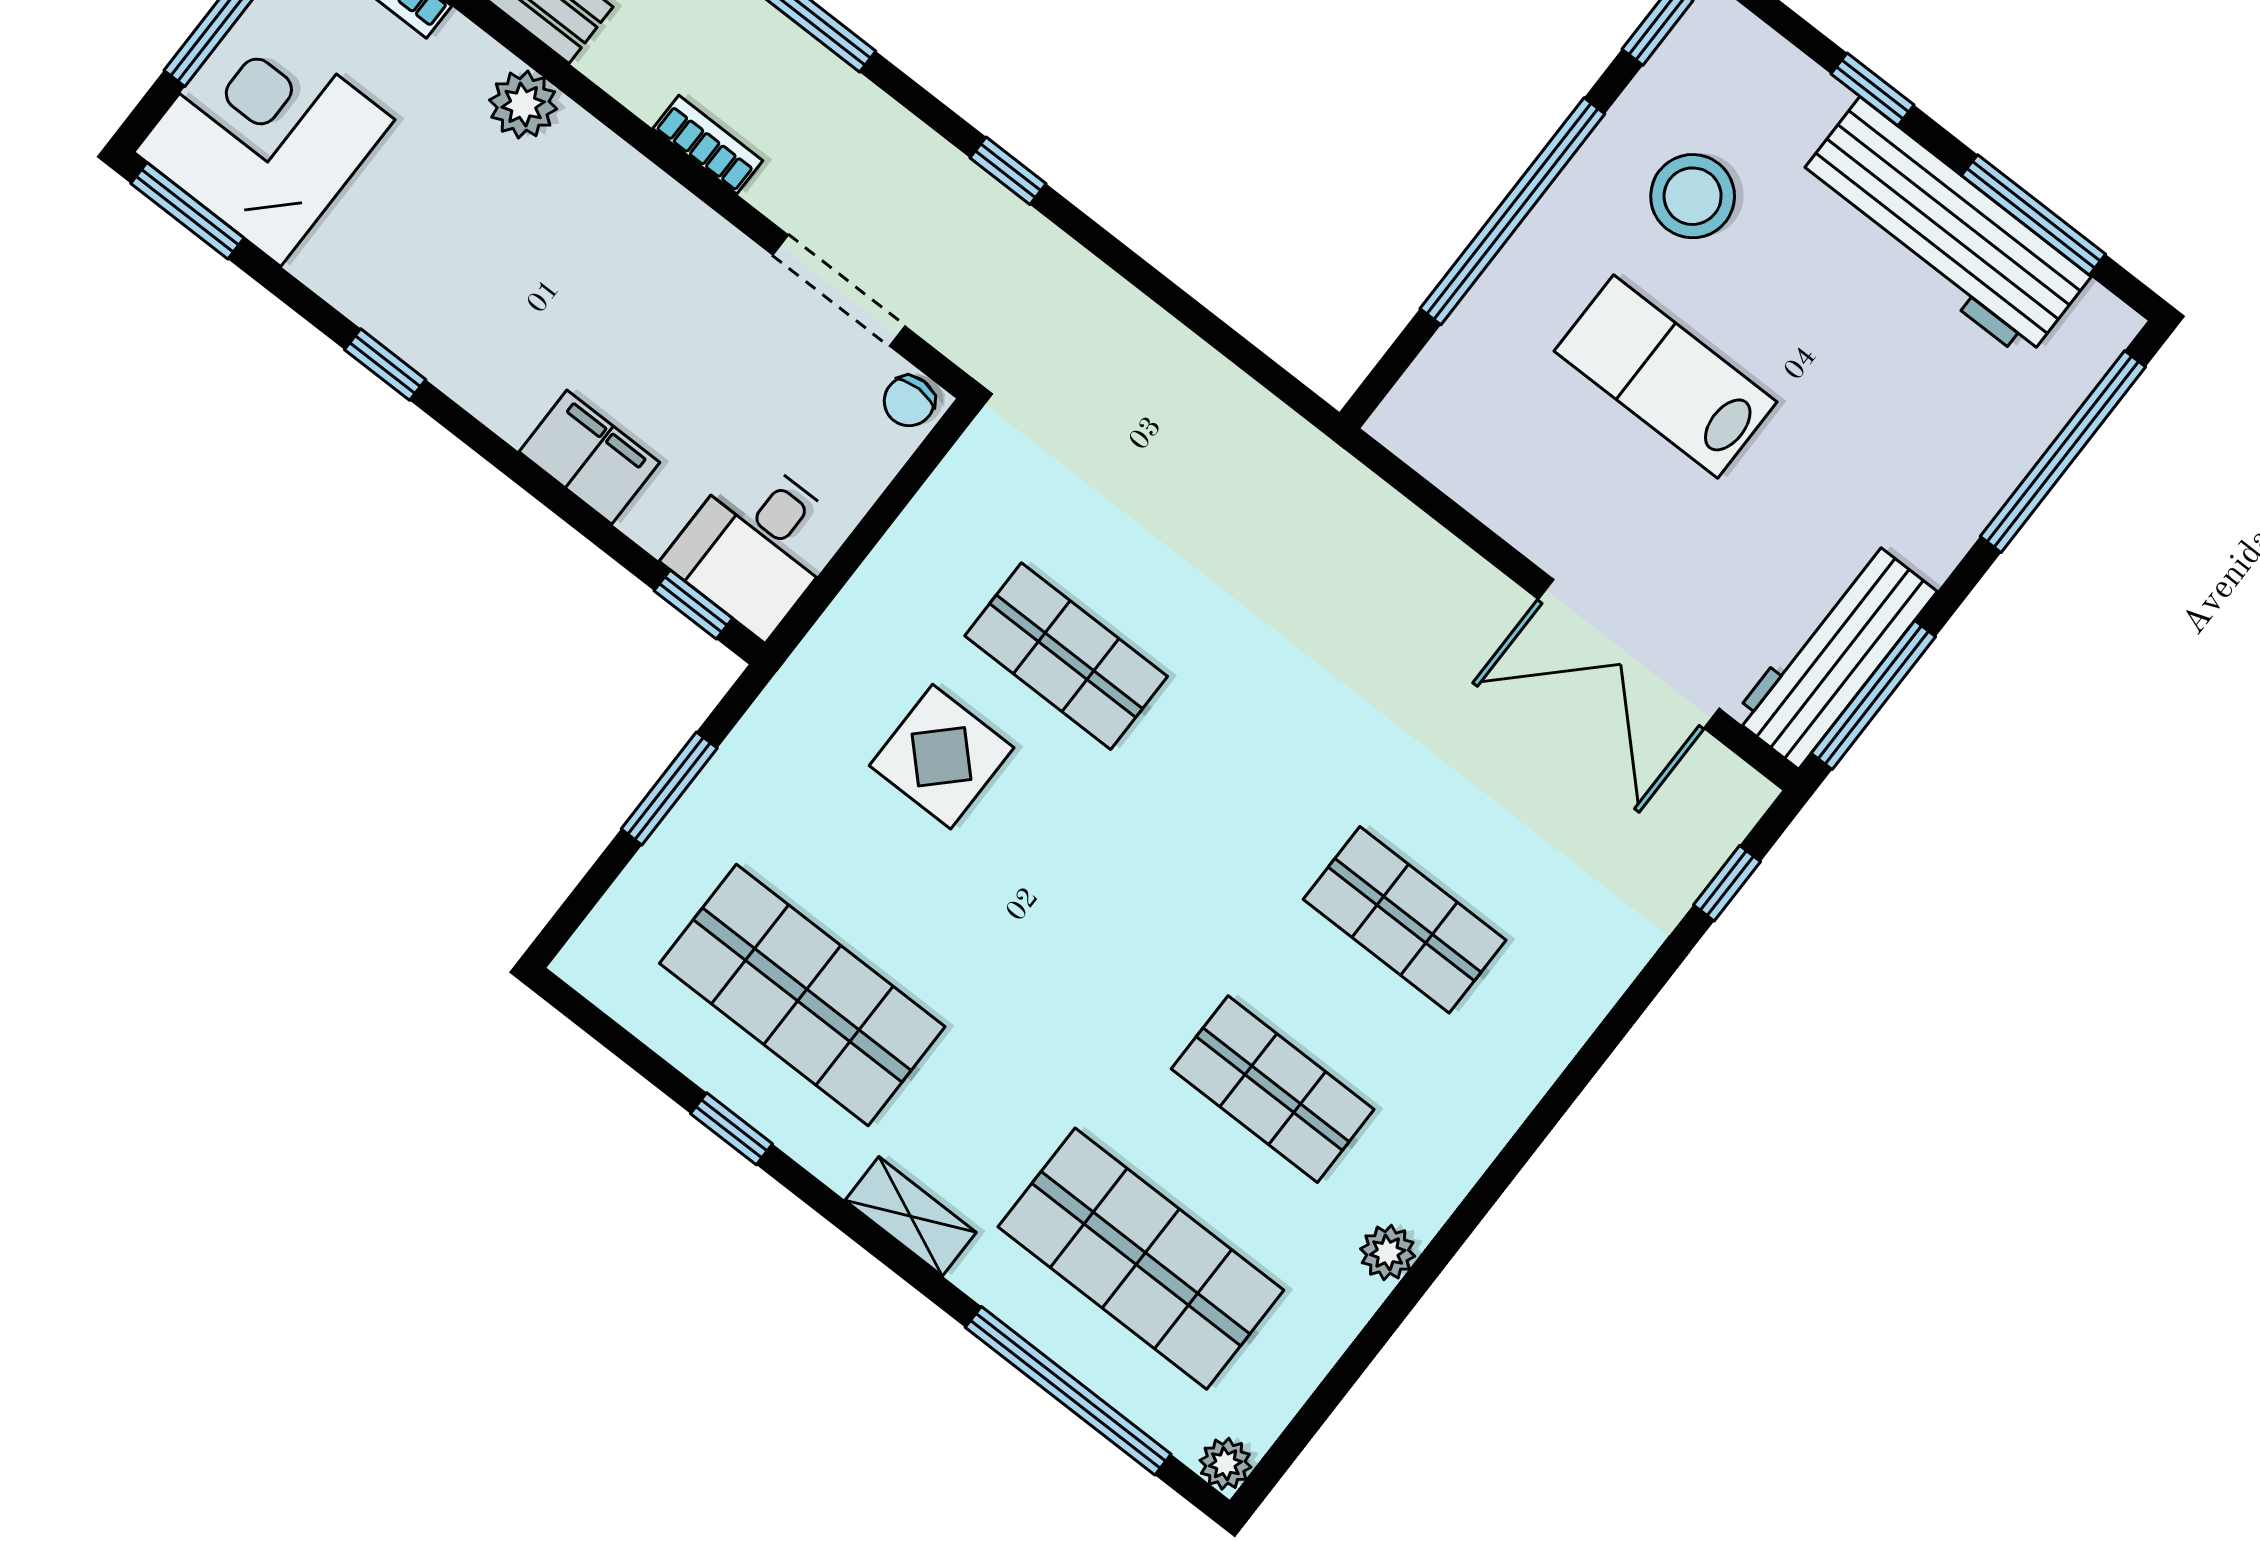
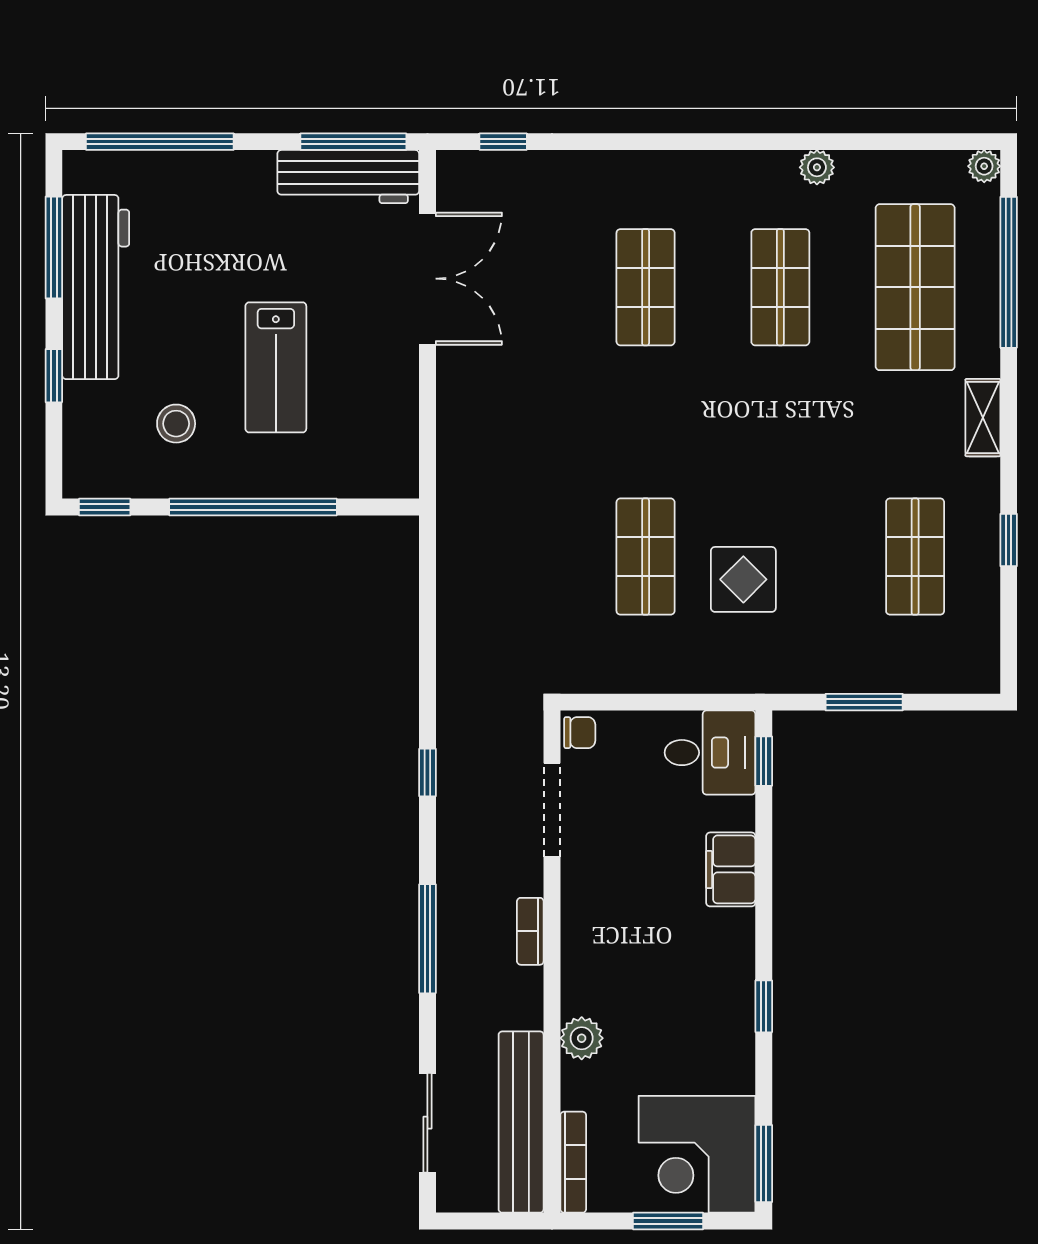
stool: (1693, 196) -> (176, 424), width x0.73, depth x0.73
shop shelf: (802, 995) -> (915, 557), width x0.70, depth x0.74

